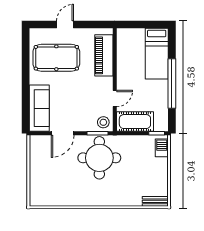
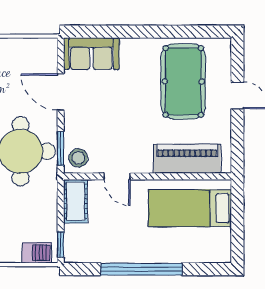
bed: (157, 54) -> (190, 208), moved
sofa: (39, 108) -> (91, 54), width x0.73
cot: (135, 122) -> (76, 201), width x0.73, depth x0.75

